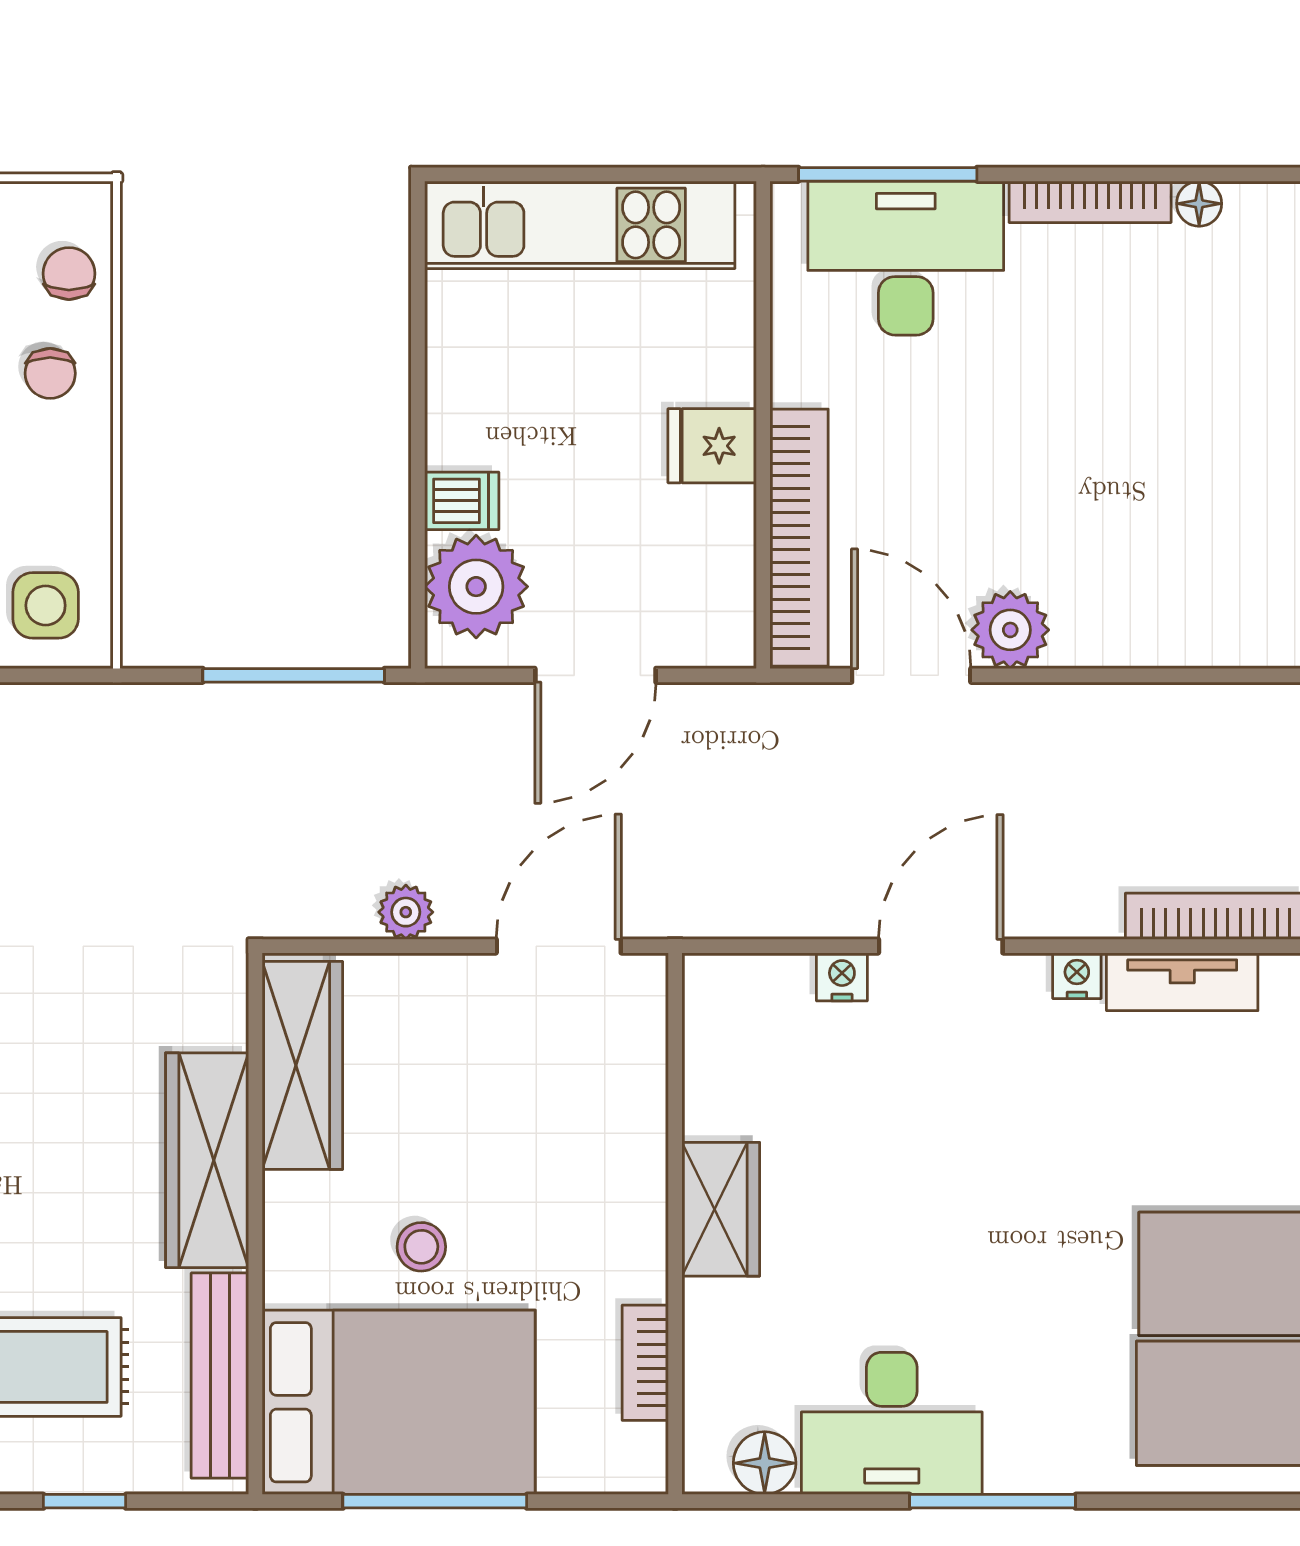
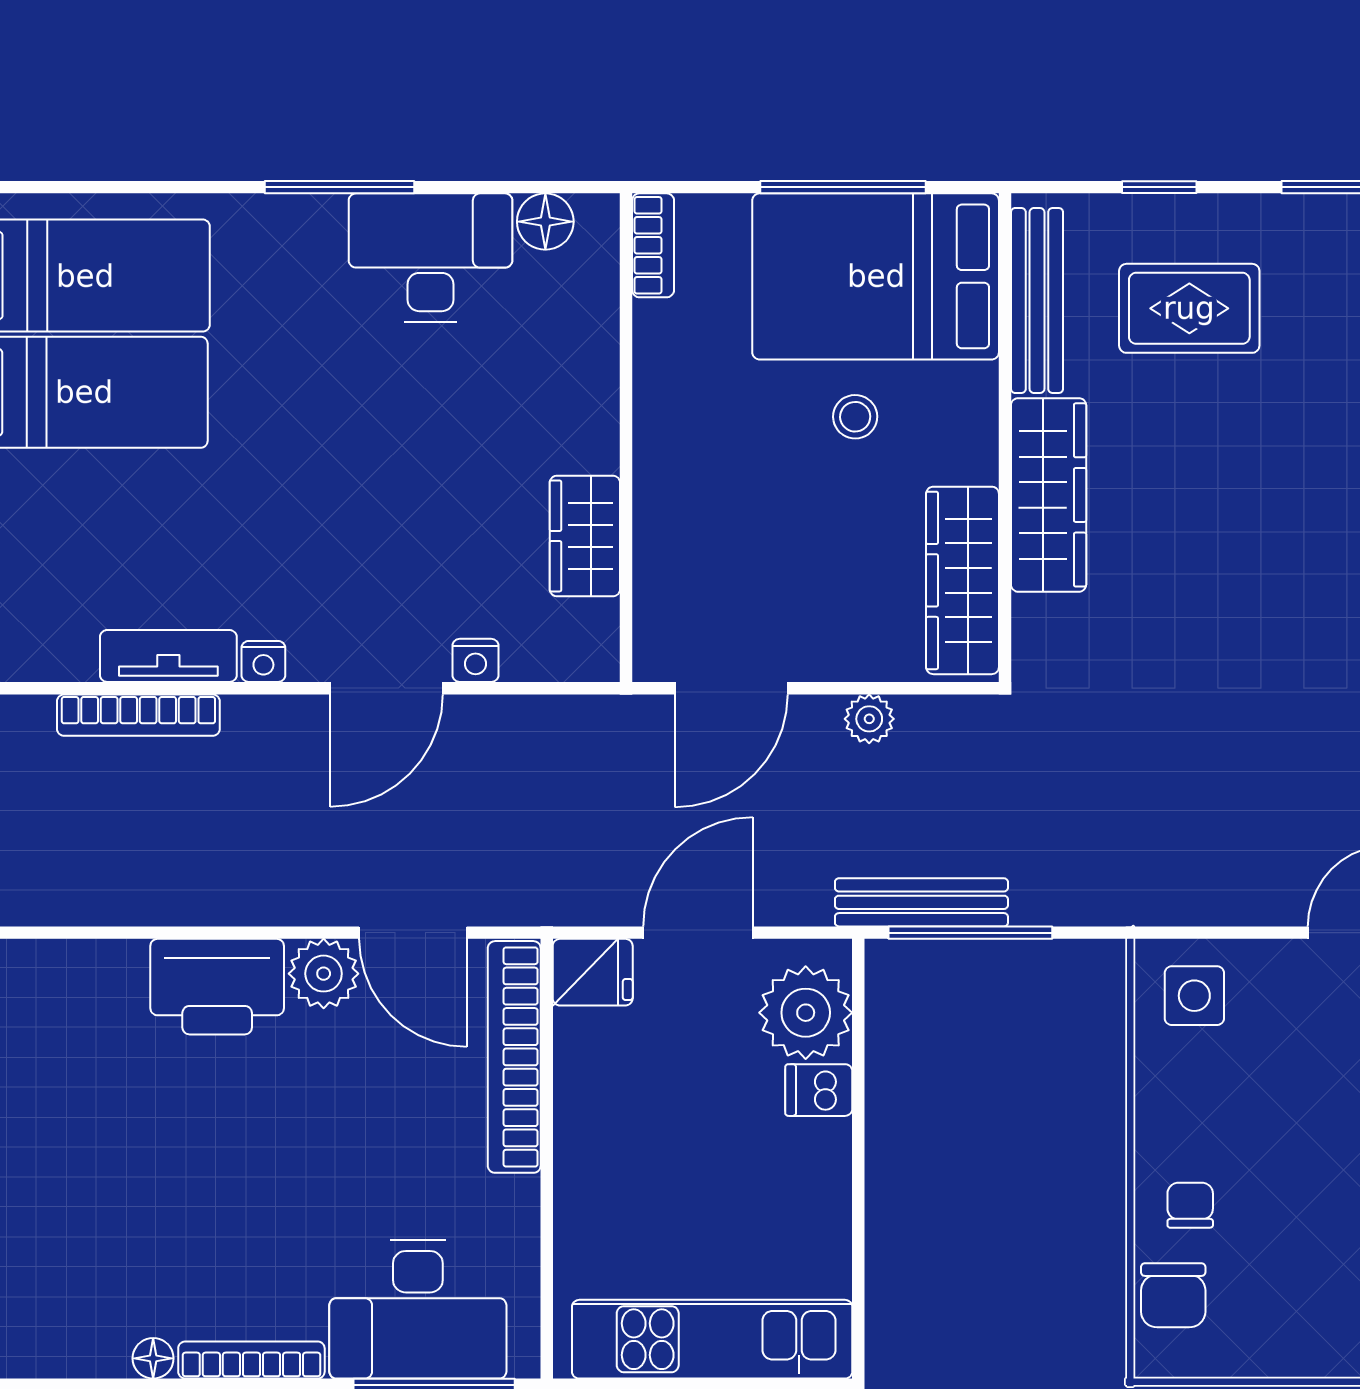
chair: (69, 274) -> (1173, 1295), width x1.37, depth x1.37
fridge: (712, 446) -> (593, 972), moved
printer: (1128, 615) -> (217, 987), added
bench: (348, 709) -> (921, 902), added
wardrobe: (721, 1209) -> (585, 536), moved
bookcase: (645, 1363) -> (653, 245), moved

